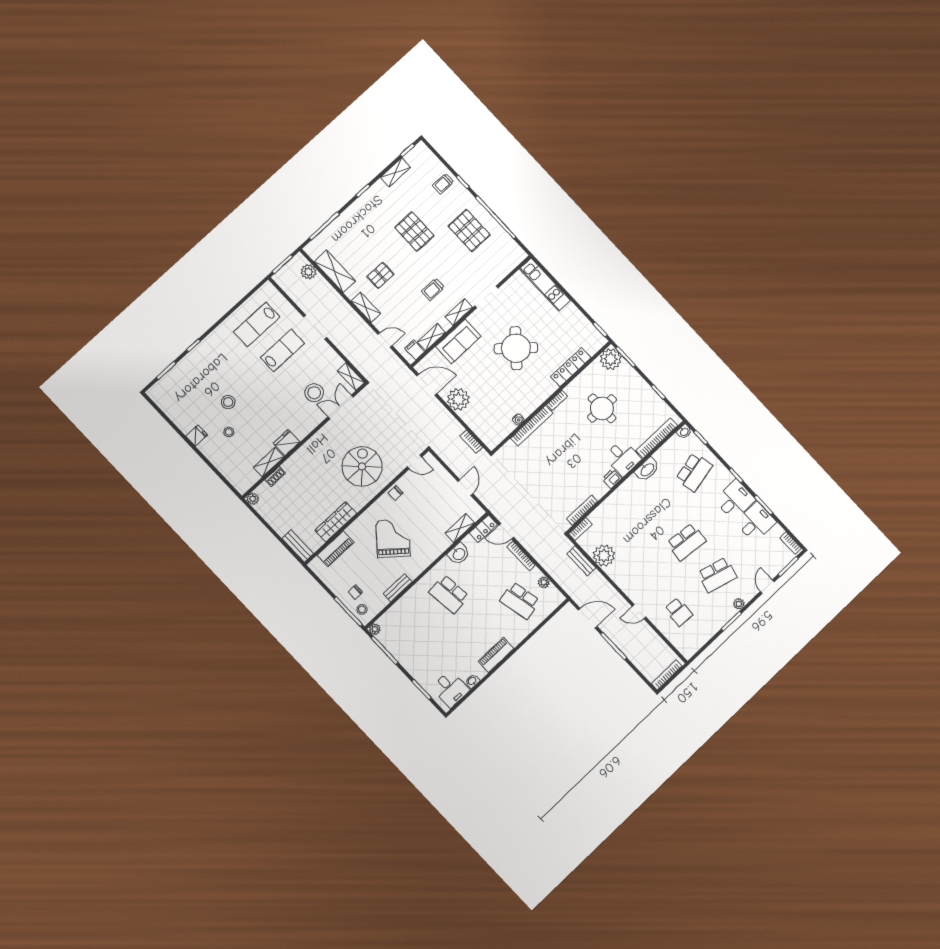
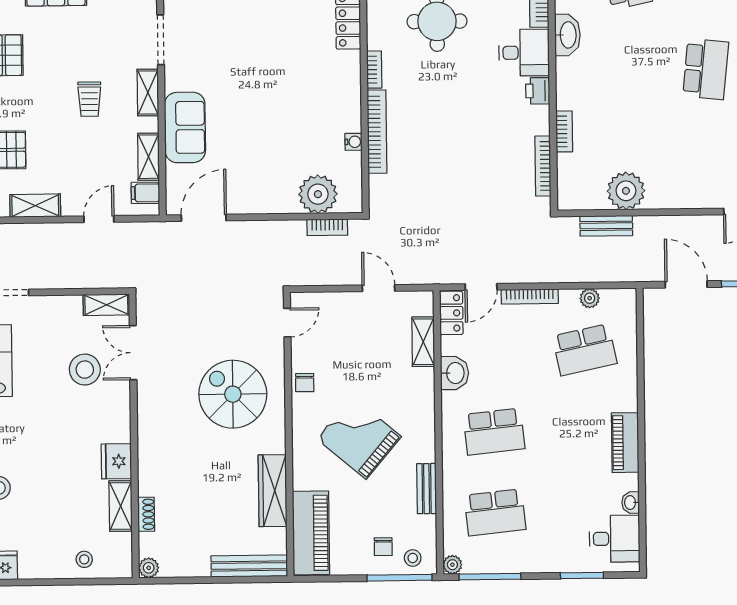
round table: (516, 348) -> (260, 61), removed
plant: (458, 399) -> (318, 194), moved
stool: (229, 432) -> (84, 559), moved
bookcase: (580, 529) -> (564, 131), moved
bench: (298, 546) -> (249, 566), width x1.36
piano: (336, 549) -> (311, 533), width x1.37, depth x1.33
door: (588, 618) -> (686, 284), hinge flipped
school desk: (414, 627) -> (495, 512), added

